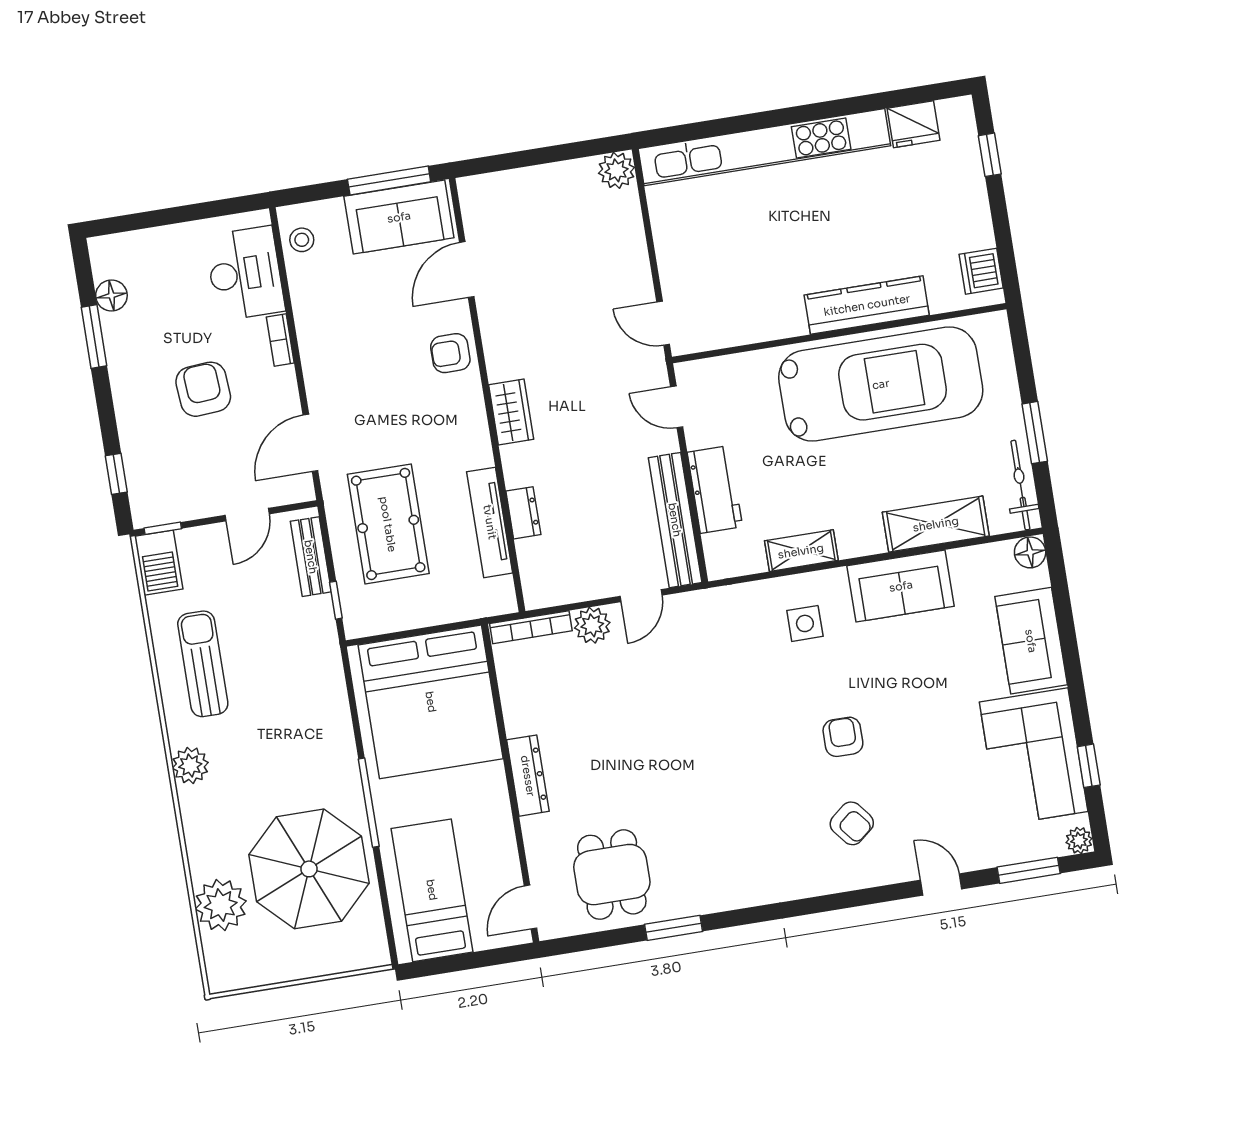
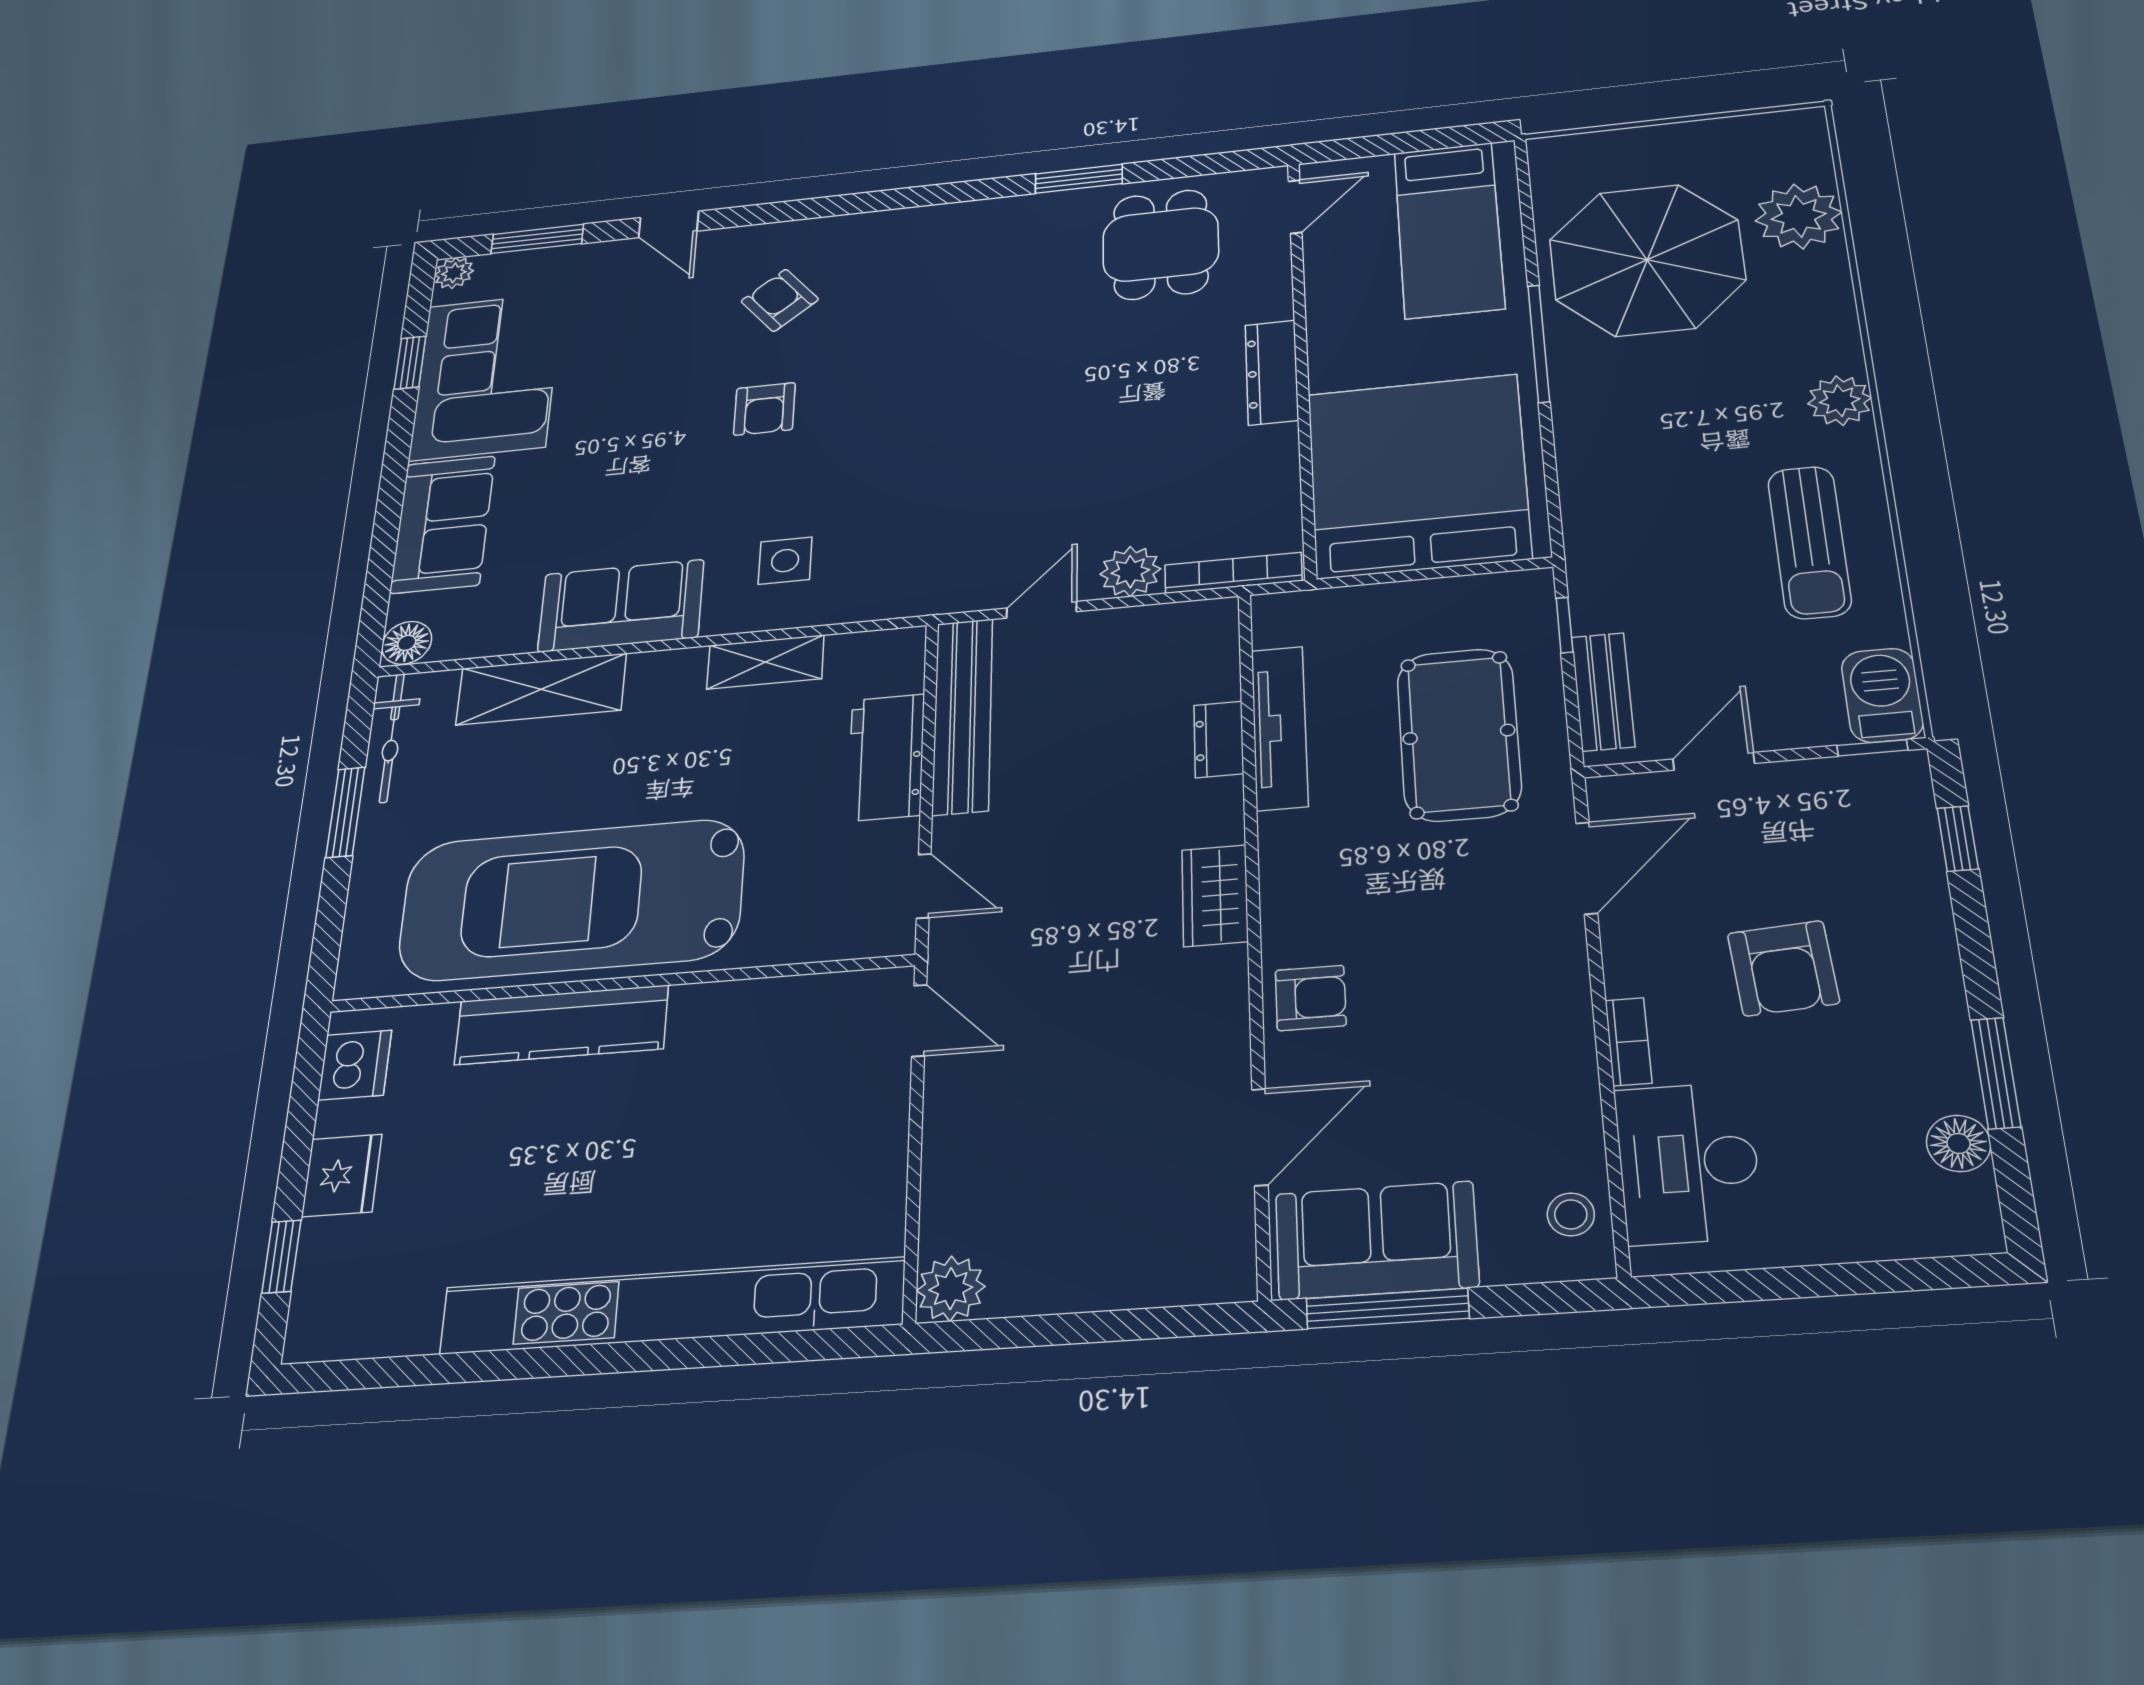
fridge: (913, 124) -> (342, 1175), moved, turned 90

